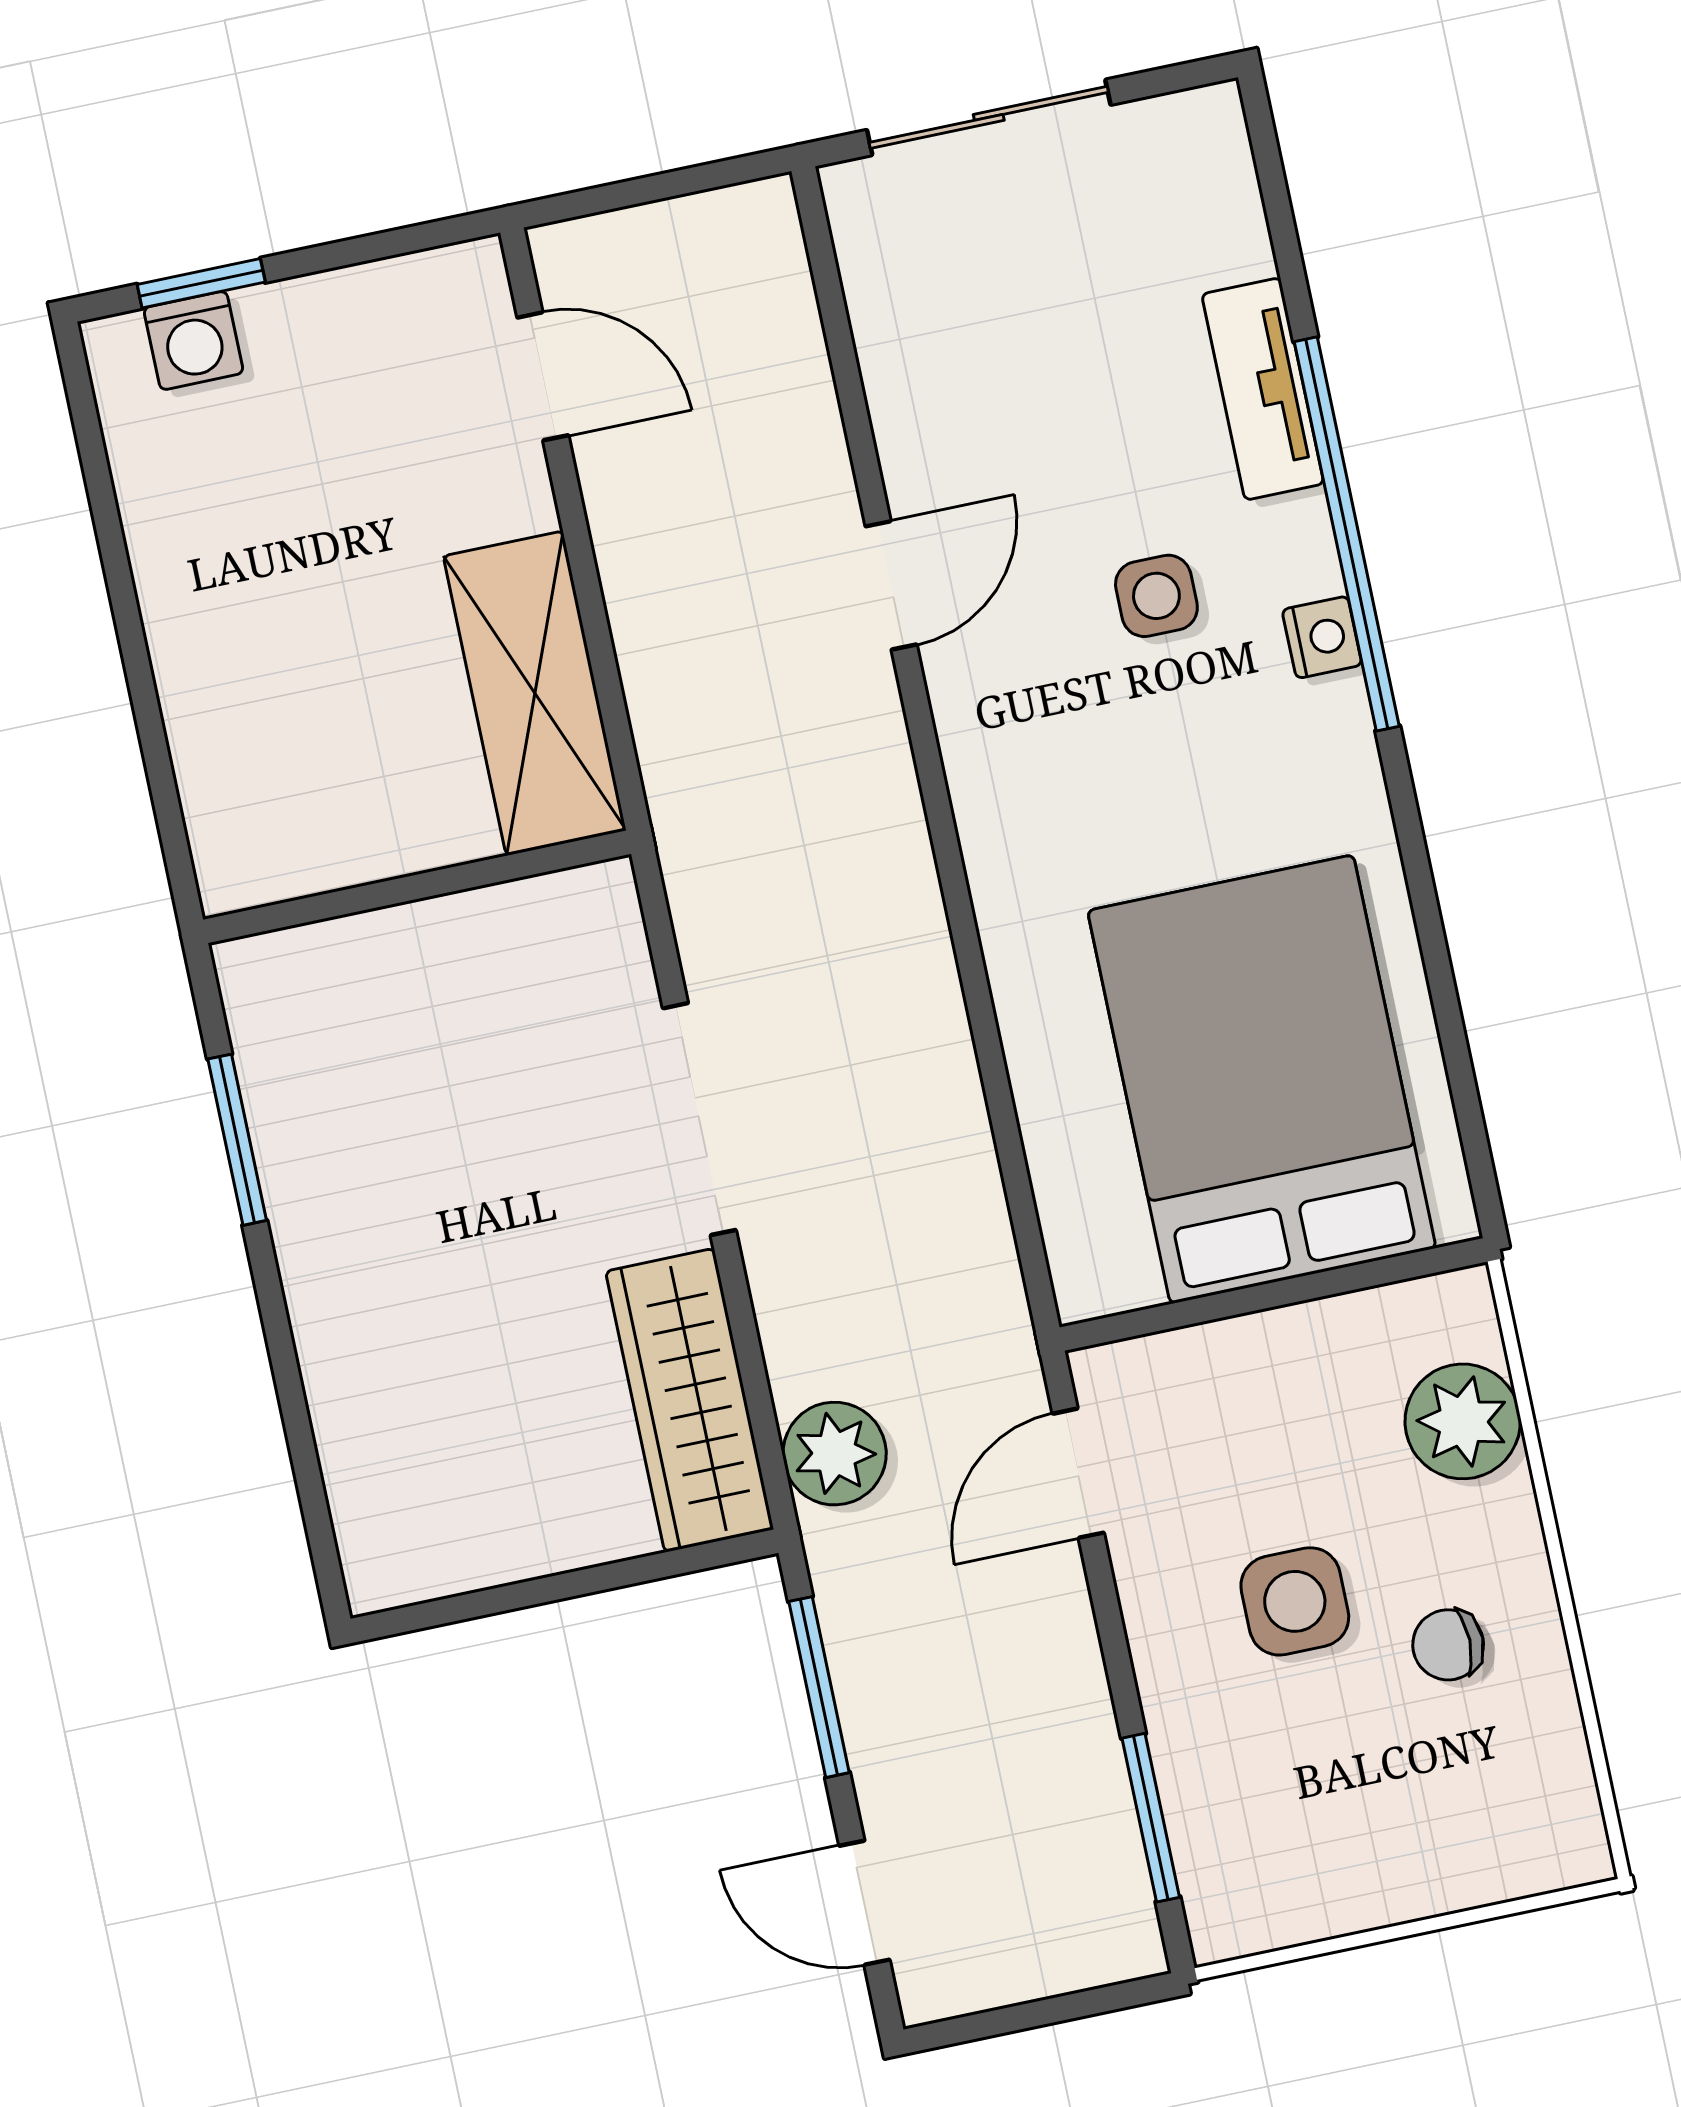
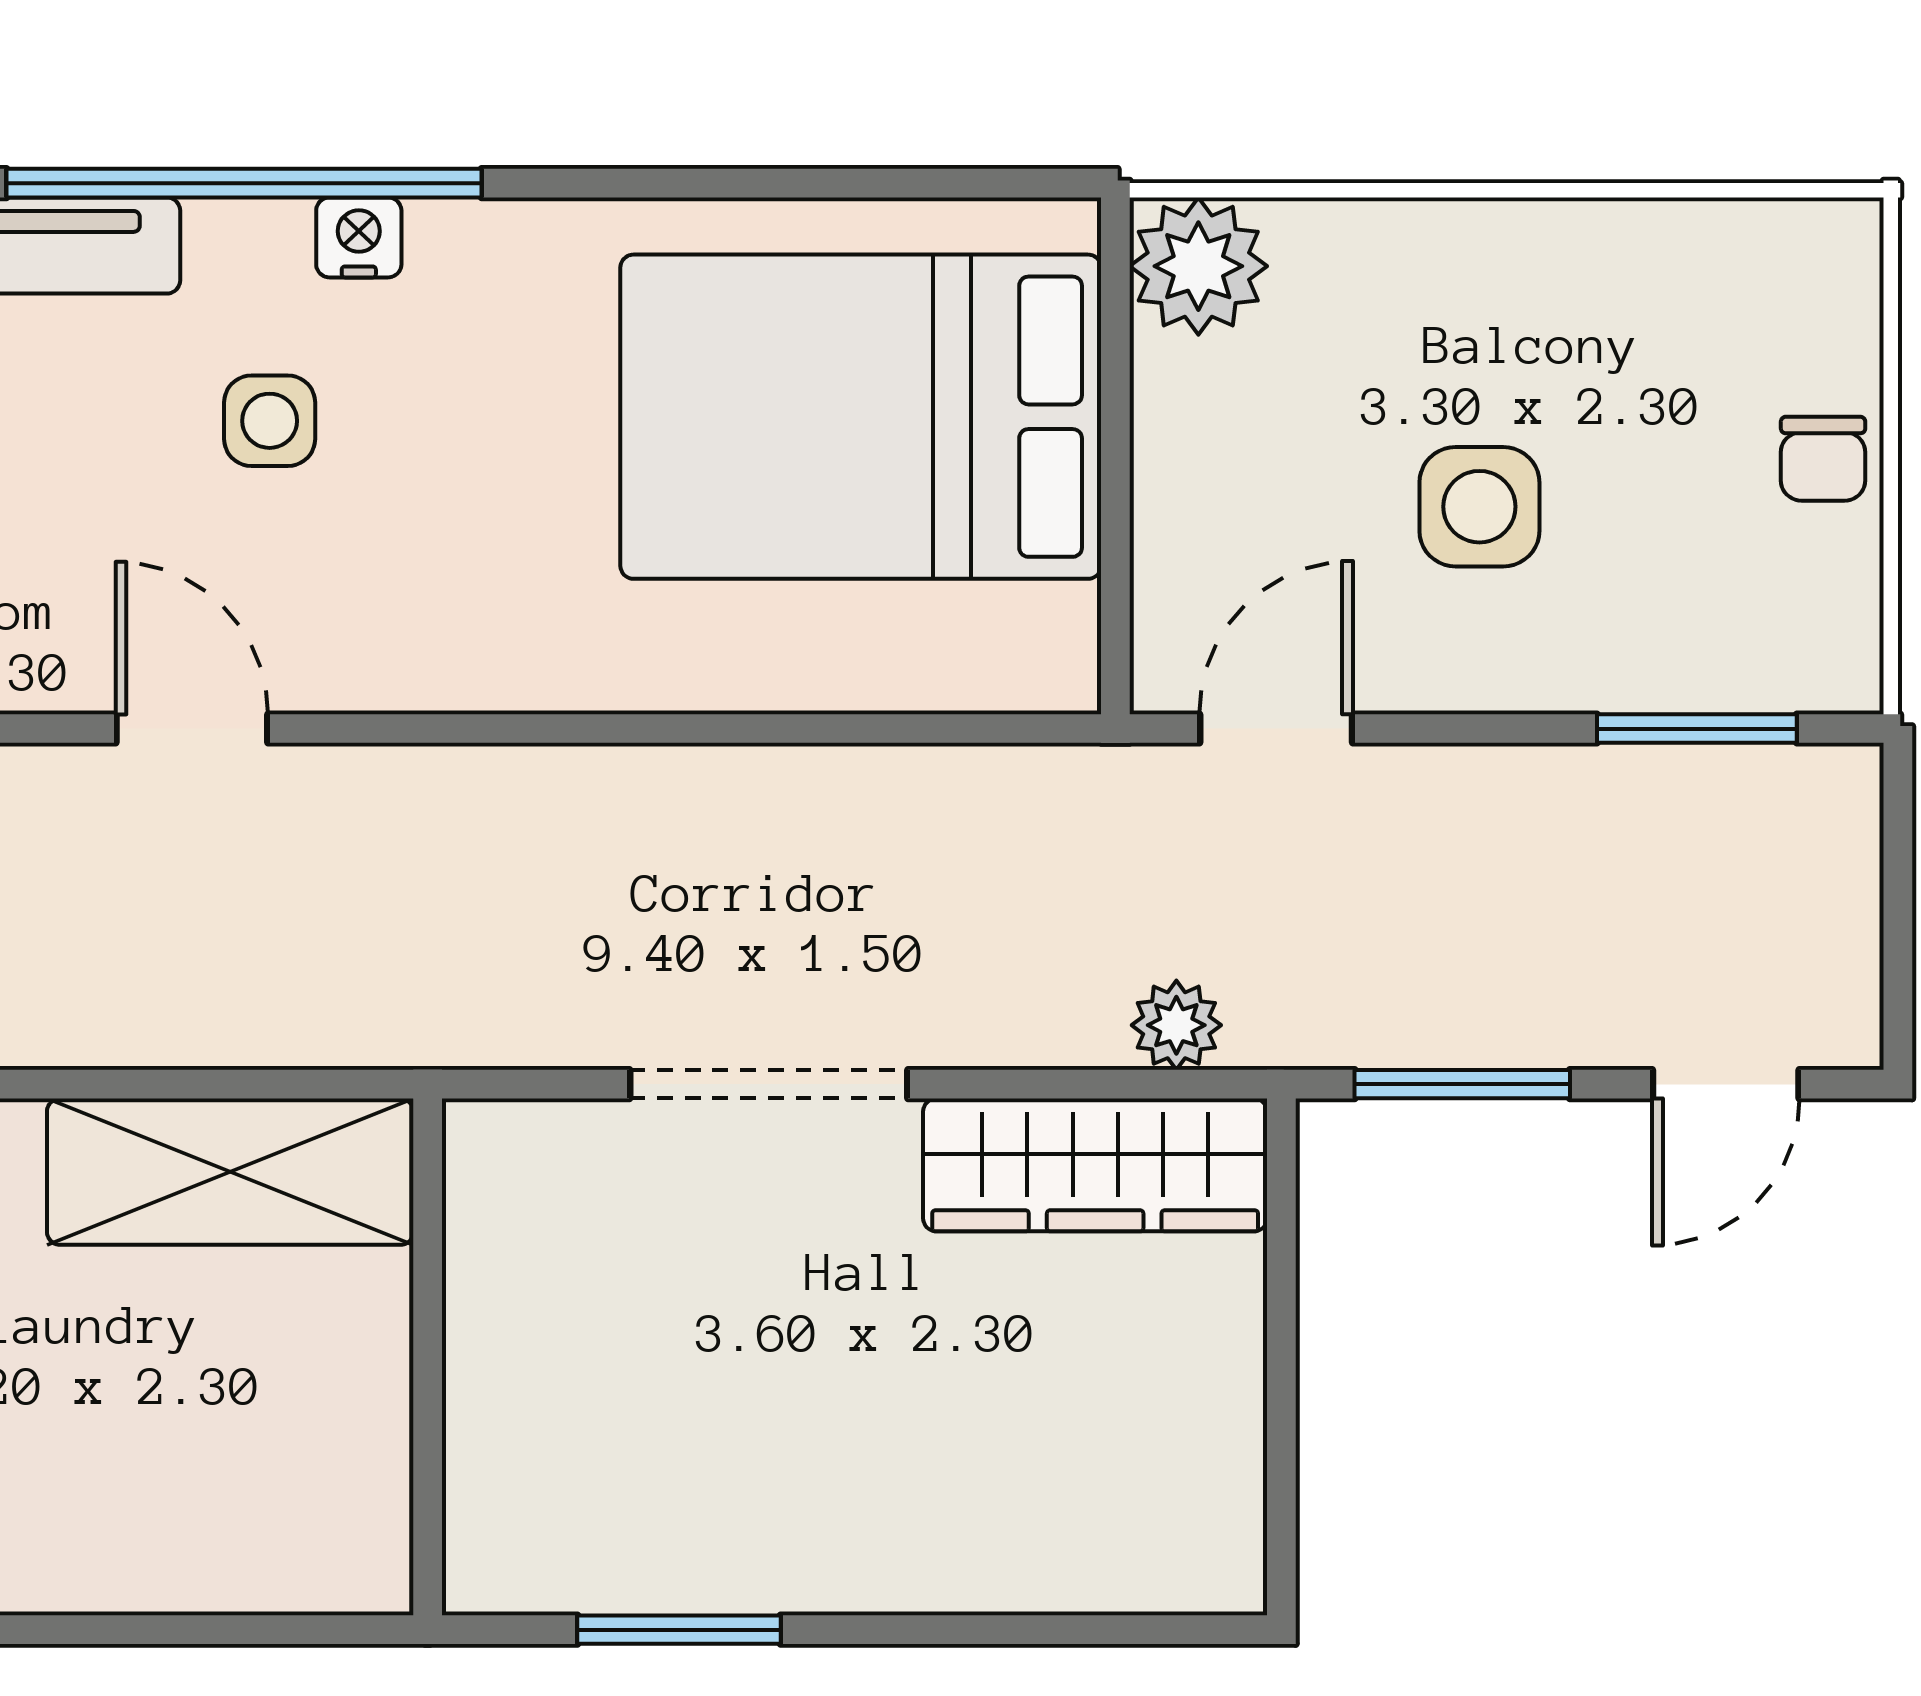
plant: (1463, 1421) -> (1198, 266), moved
plant: (835, 1454) -> (1176, 1025), width x0.73, depth x0.73
door: (1078, 1473) -> (1276, 729), swing flipped
chair: (1448, 1645) -> (1823, 459), moved

